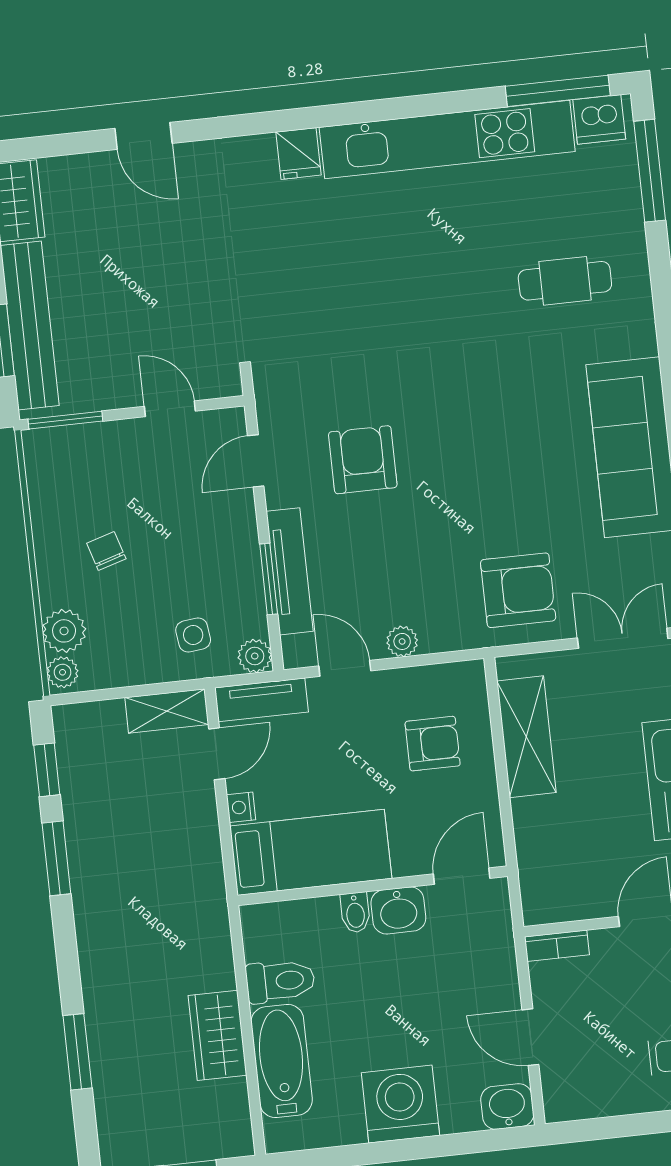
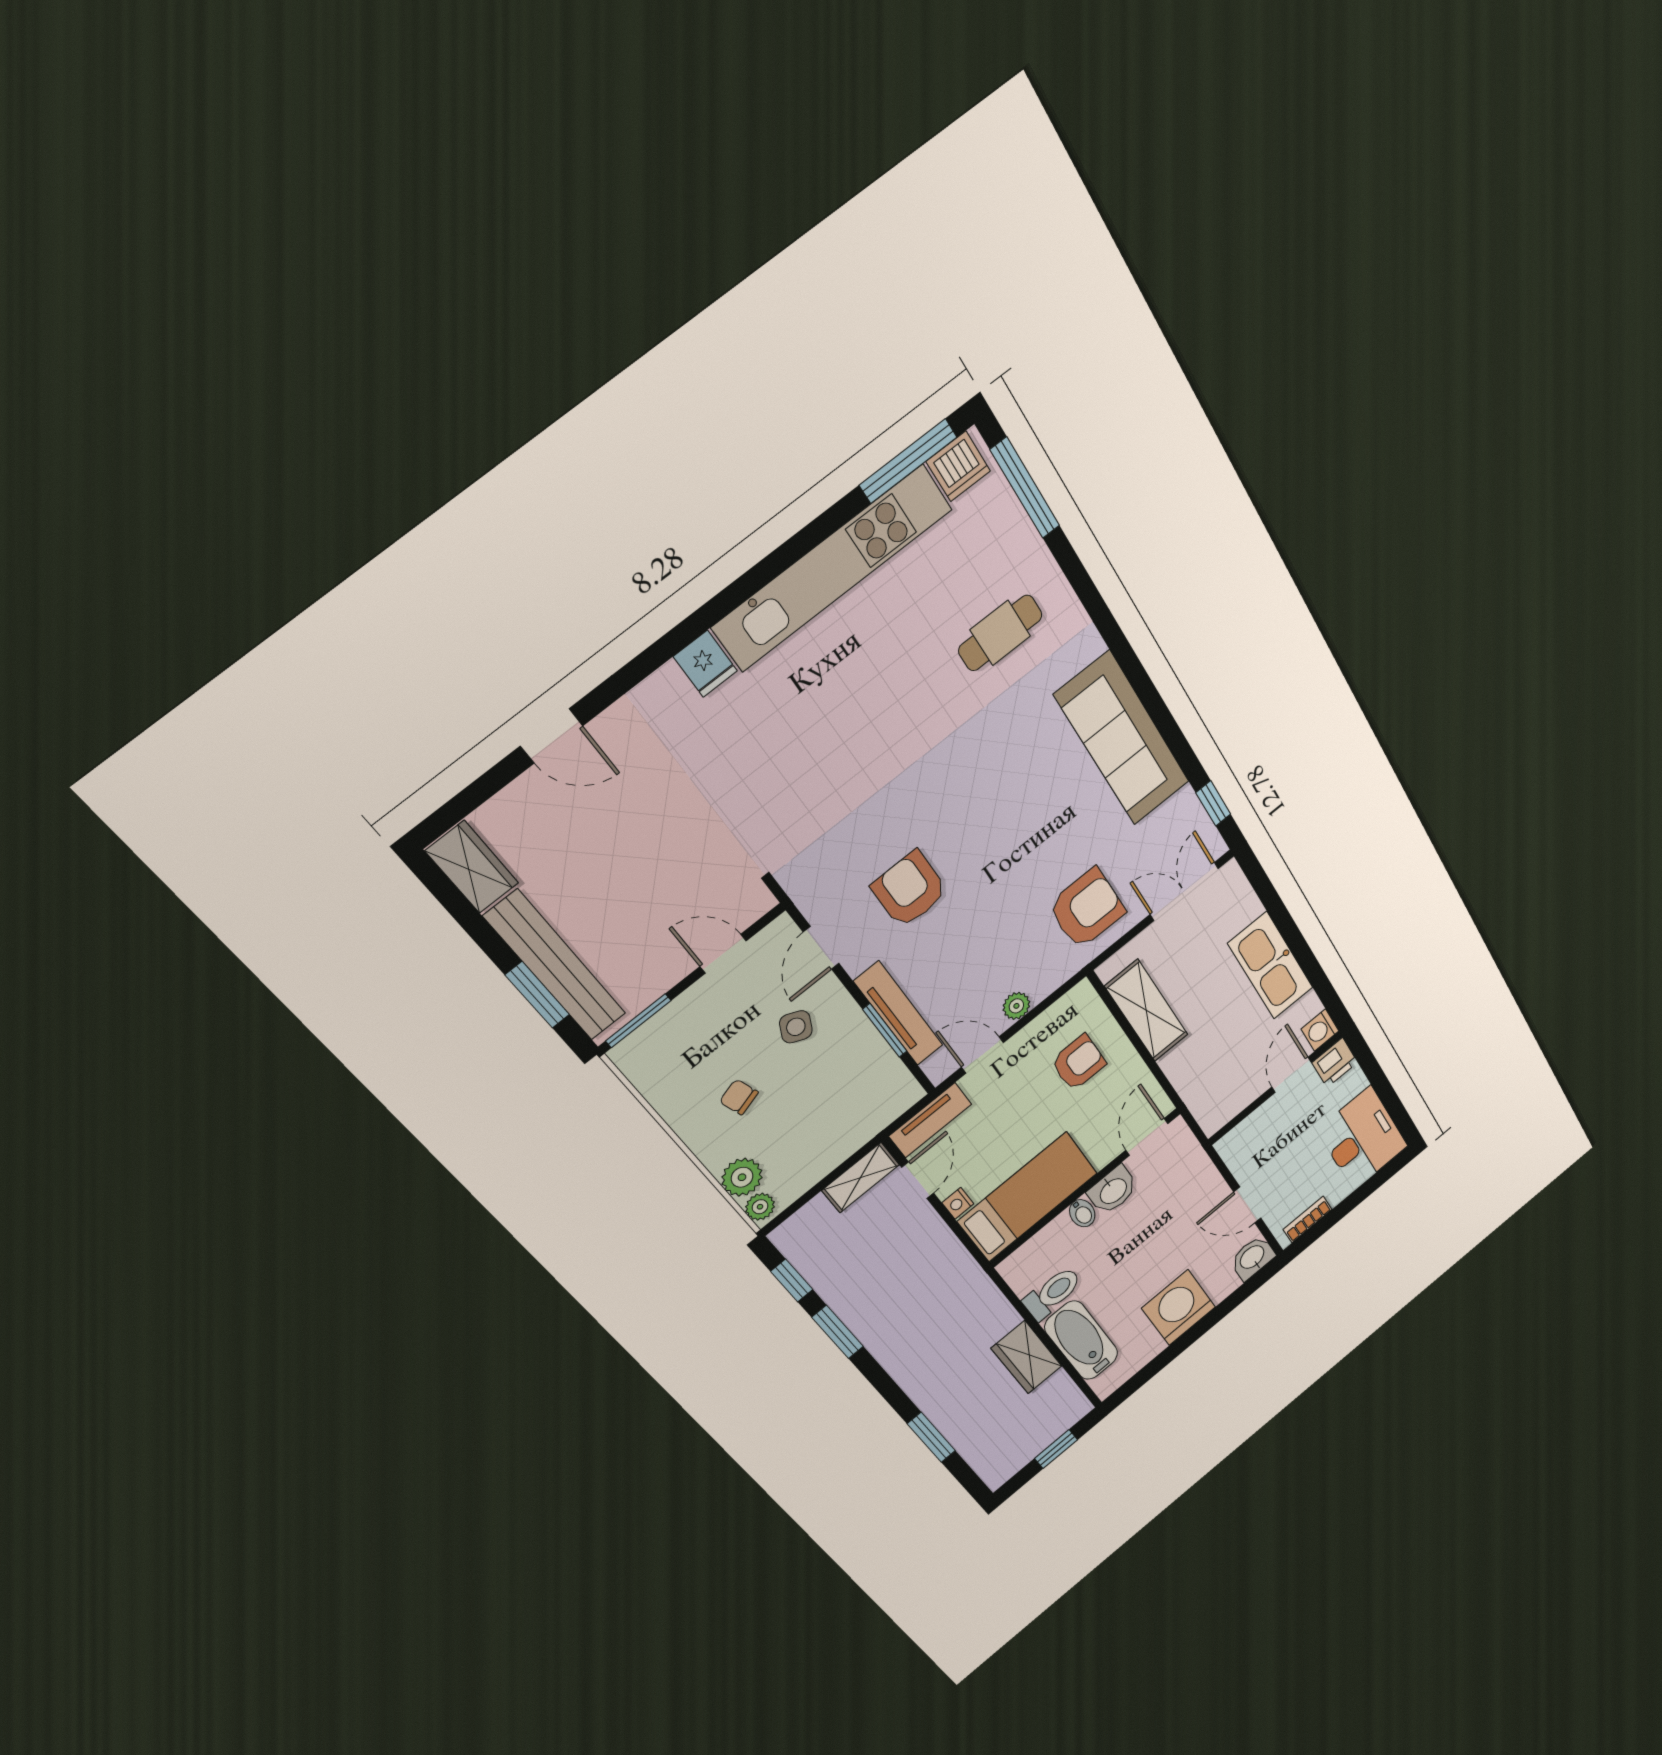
side table: (193, 635) -> (796, 1027), moved, turned 32
plant: (255, 656) -> (907, 1093), removed
bookcase: (557, 946) -> (1308, 1219), moved, turned 180

